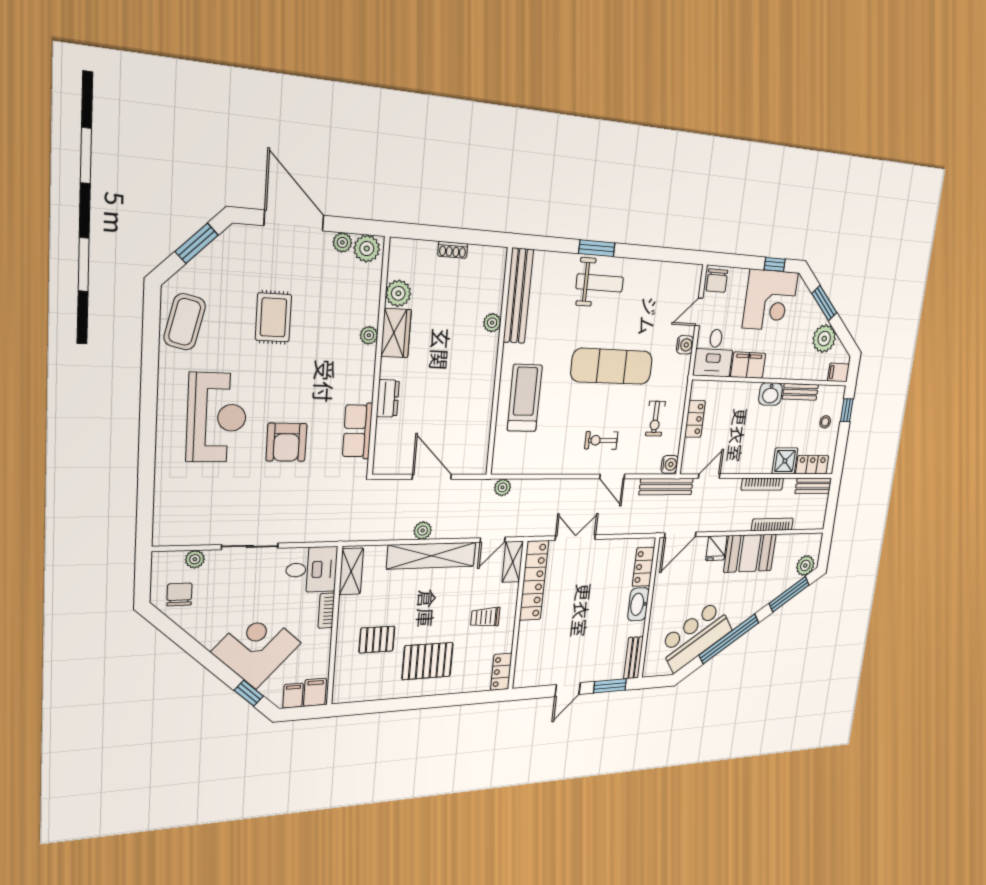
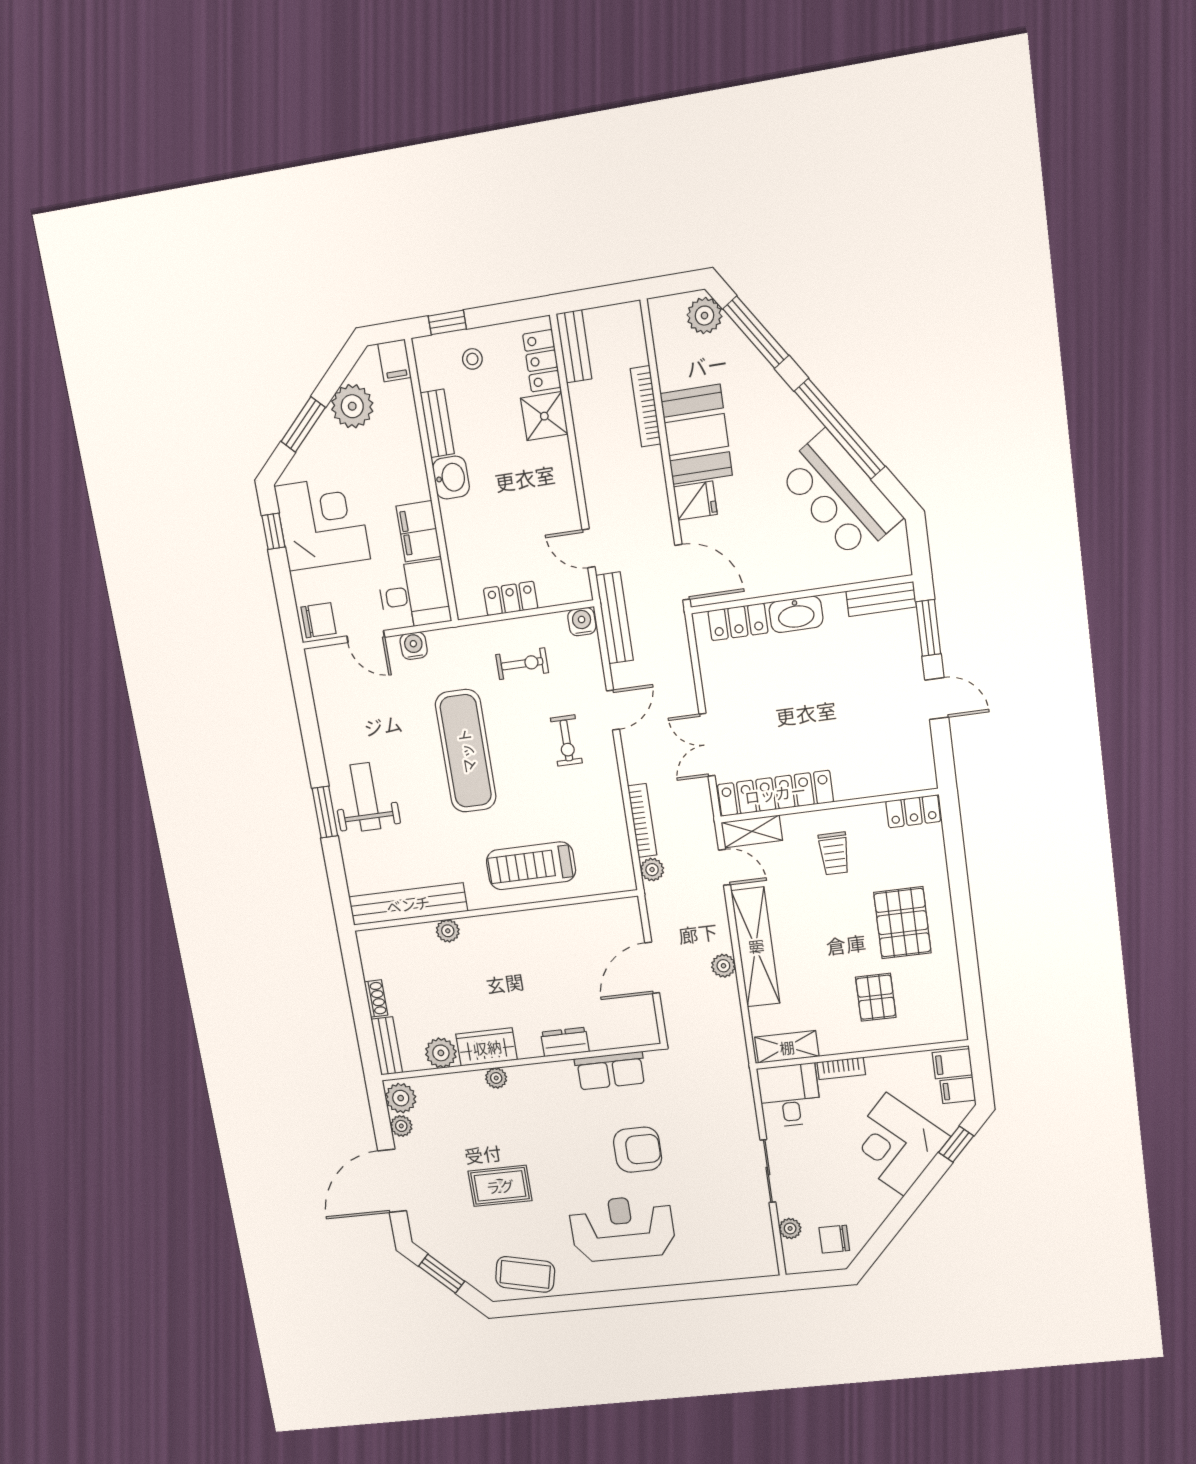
bench: (413, 248) -> (387, 1046), added
bookcase: (762, 484) -> (642, 821), moved

